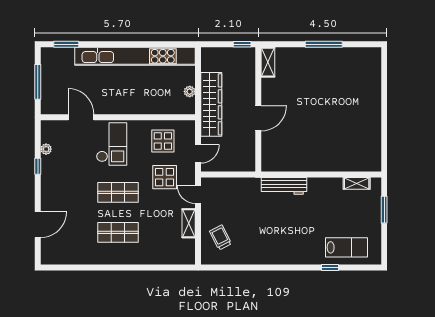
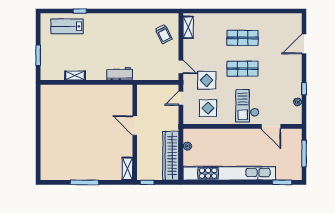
wardrobe: (211, 104) -> (171, 156), moved
door: (258, 118) -> (135, 126), hinge flipped
shelving: (357, 183) -> (75, 76), moved
workbench: (284, 186) -> (120, 74), width x0.73
shelving: (189, 223) -> (188, 27), moved

